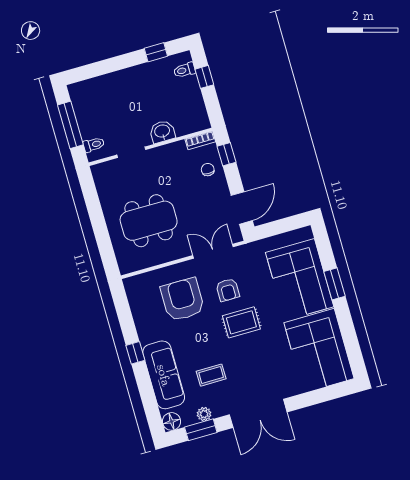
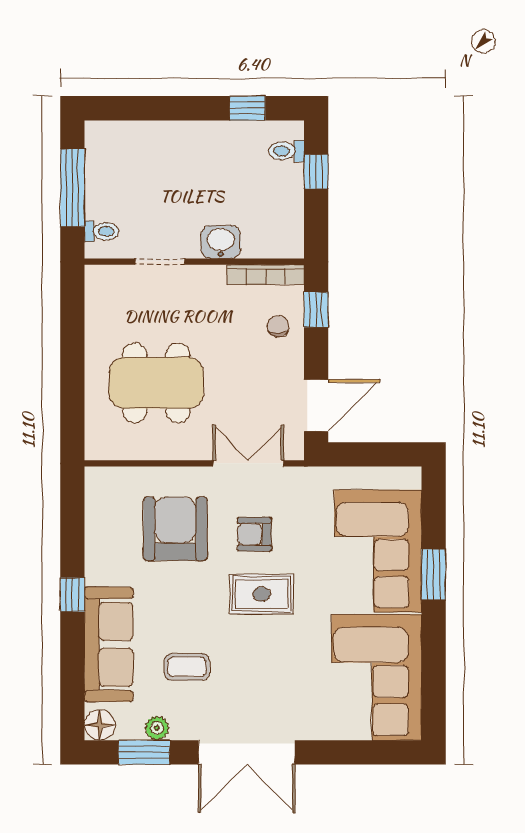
bookcase: (200, 140) -> (266, 275), width x1.56
armchair: (228, 290) -> (254, 534), turned 90

